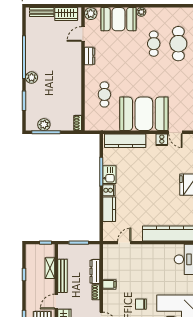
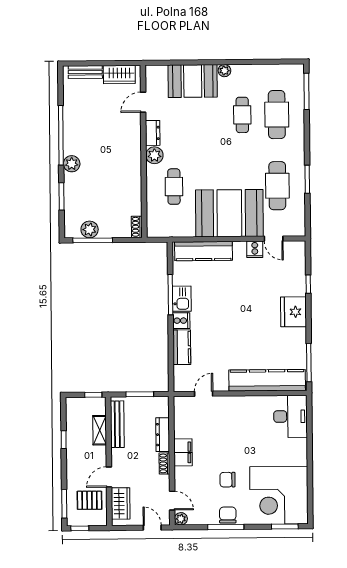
plant: (91, 14) -> (154, 155), moved
cafe table: (178, 94) -> (277, 186), added
bench: (62, 276) -> (117, 424), moved
filing cabinet: (109, 284) -> (183, 452), width x2.00

